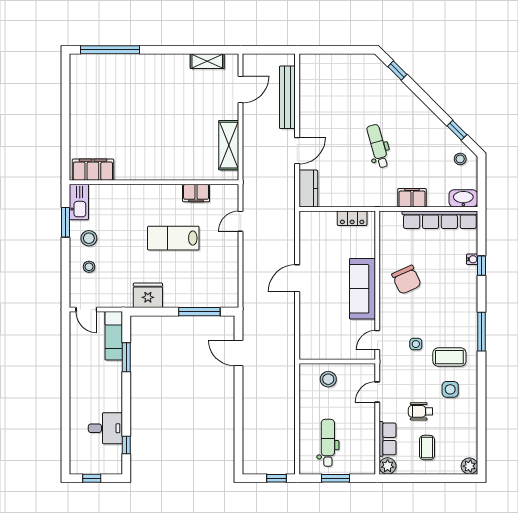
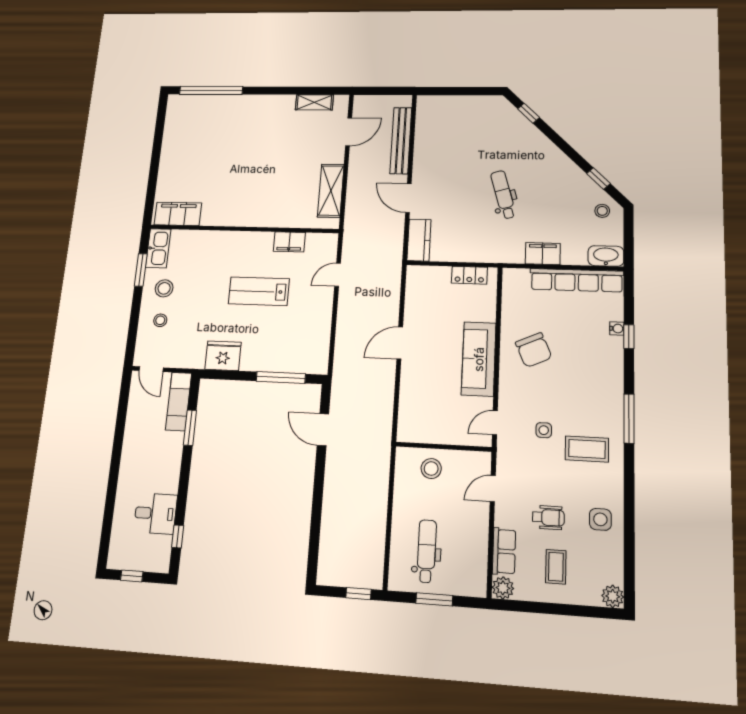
door: (297, 151) -> (408, 198), swing flipped
side table: (450, 389) -> (600, 519), moved
wheelchair: (421, 411) -> (548, 517), turned 180

